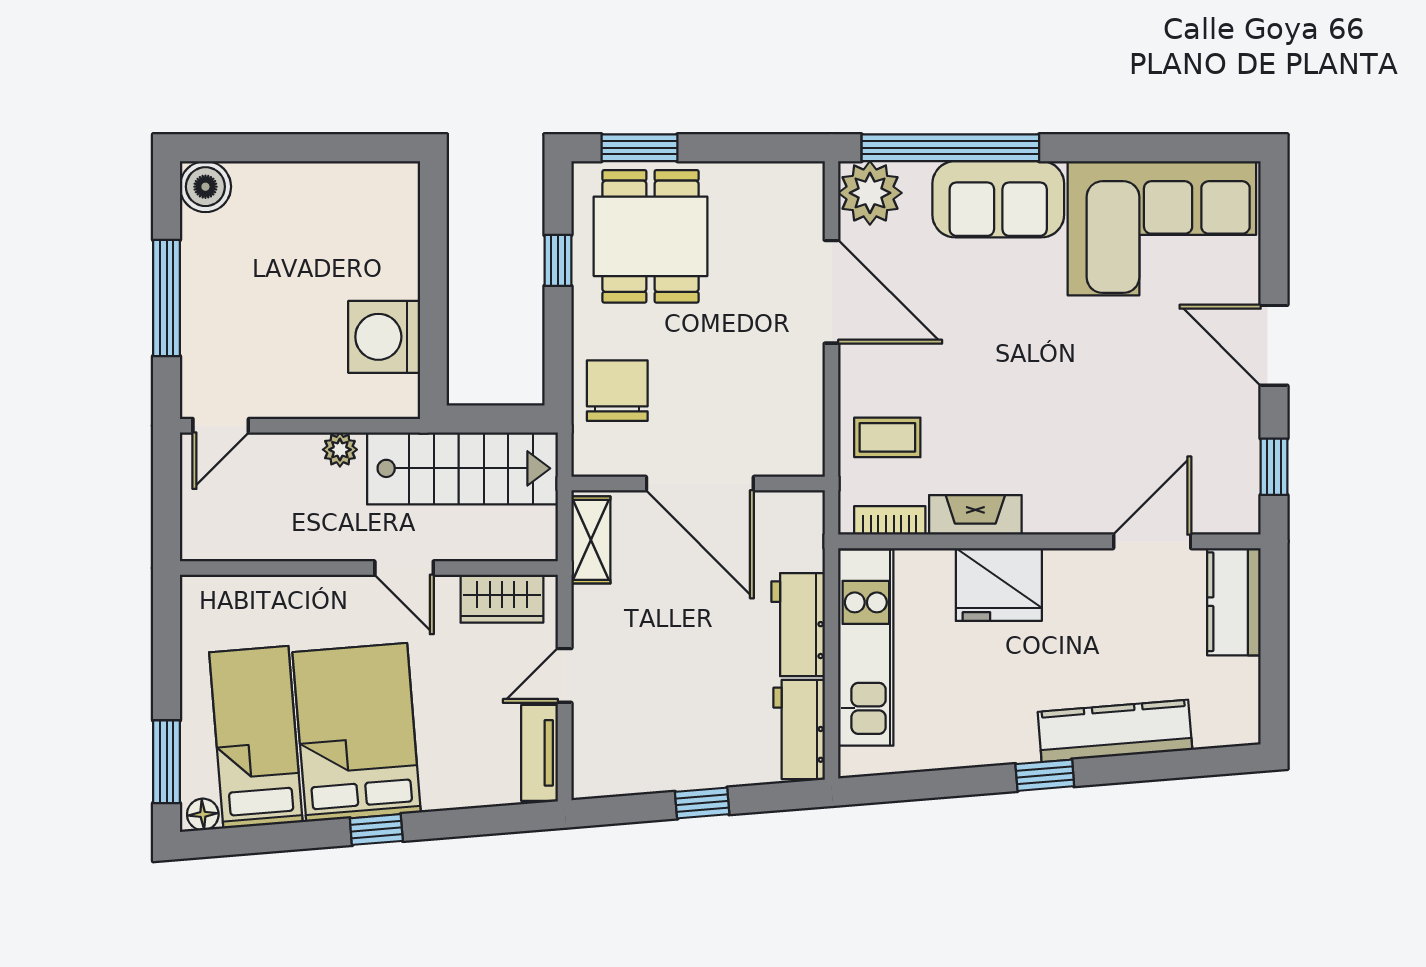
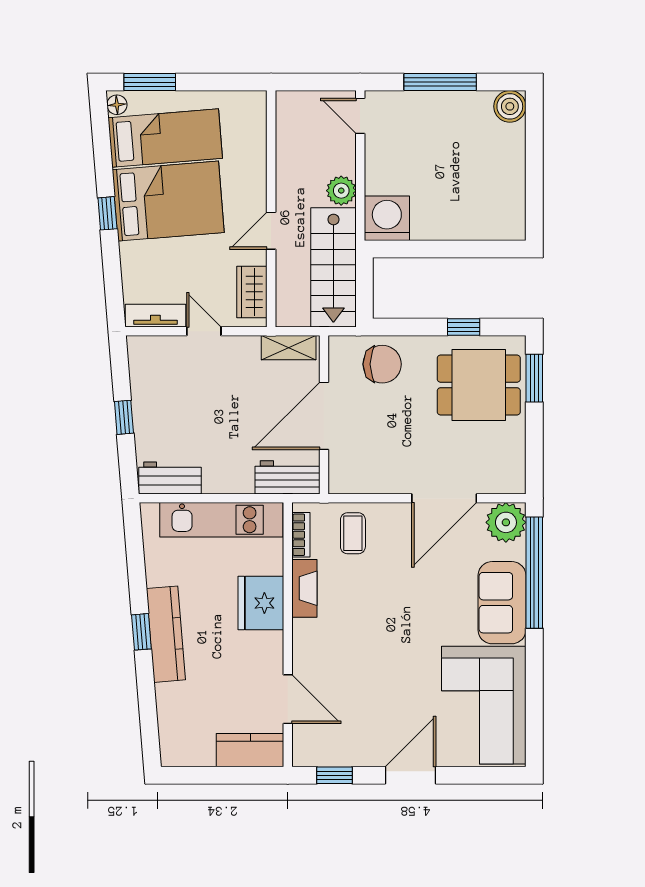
washing machine: (384, 337) -> (387, 218), moved
plant: (340, 450) -> (341, 191), width x1.38, depth x1.38
workbench: (798, 625) -> (288, 477), moved
kitchen counter: (1115, 731) -> (166, 634), moved

